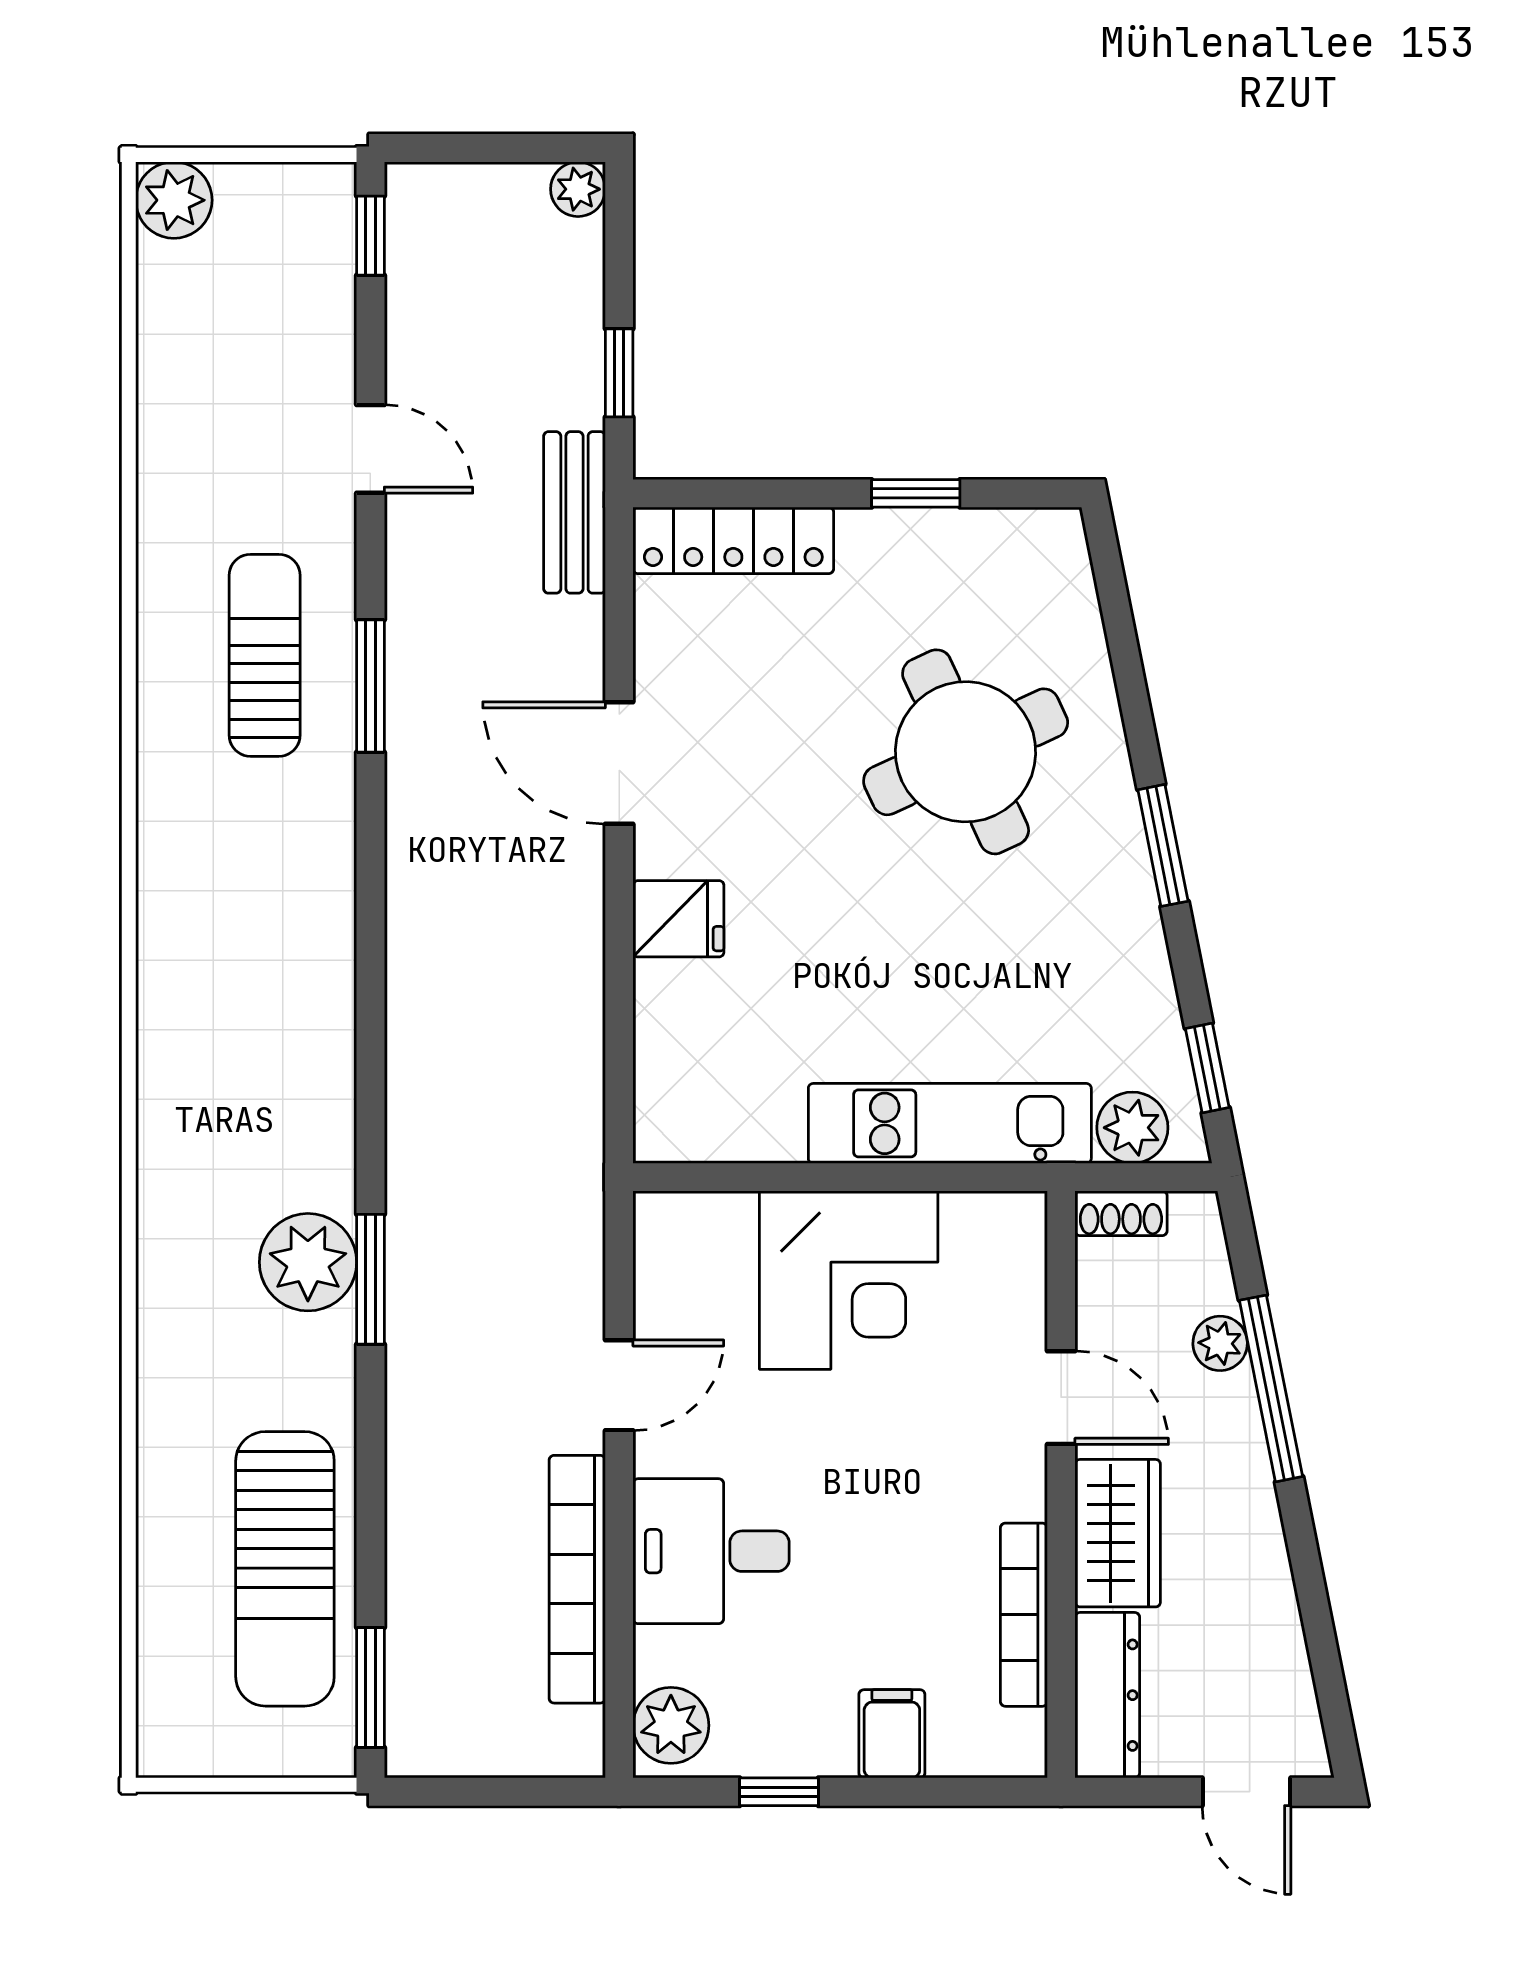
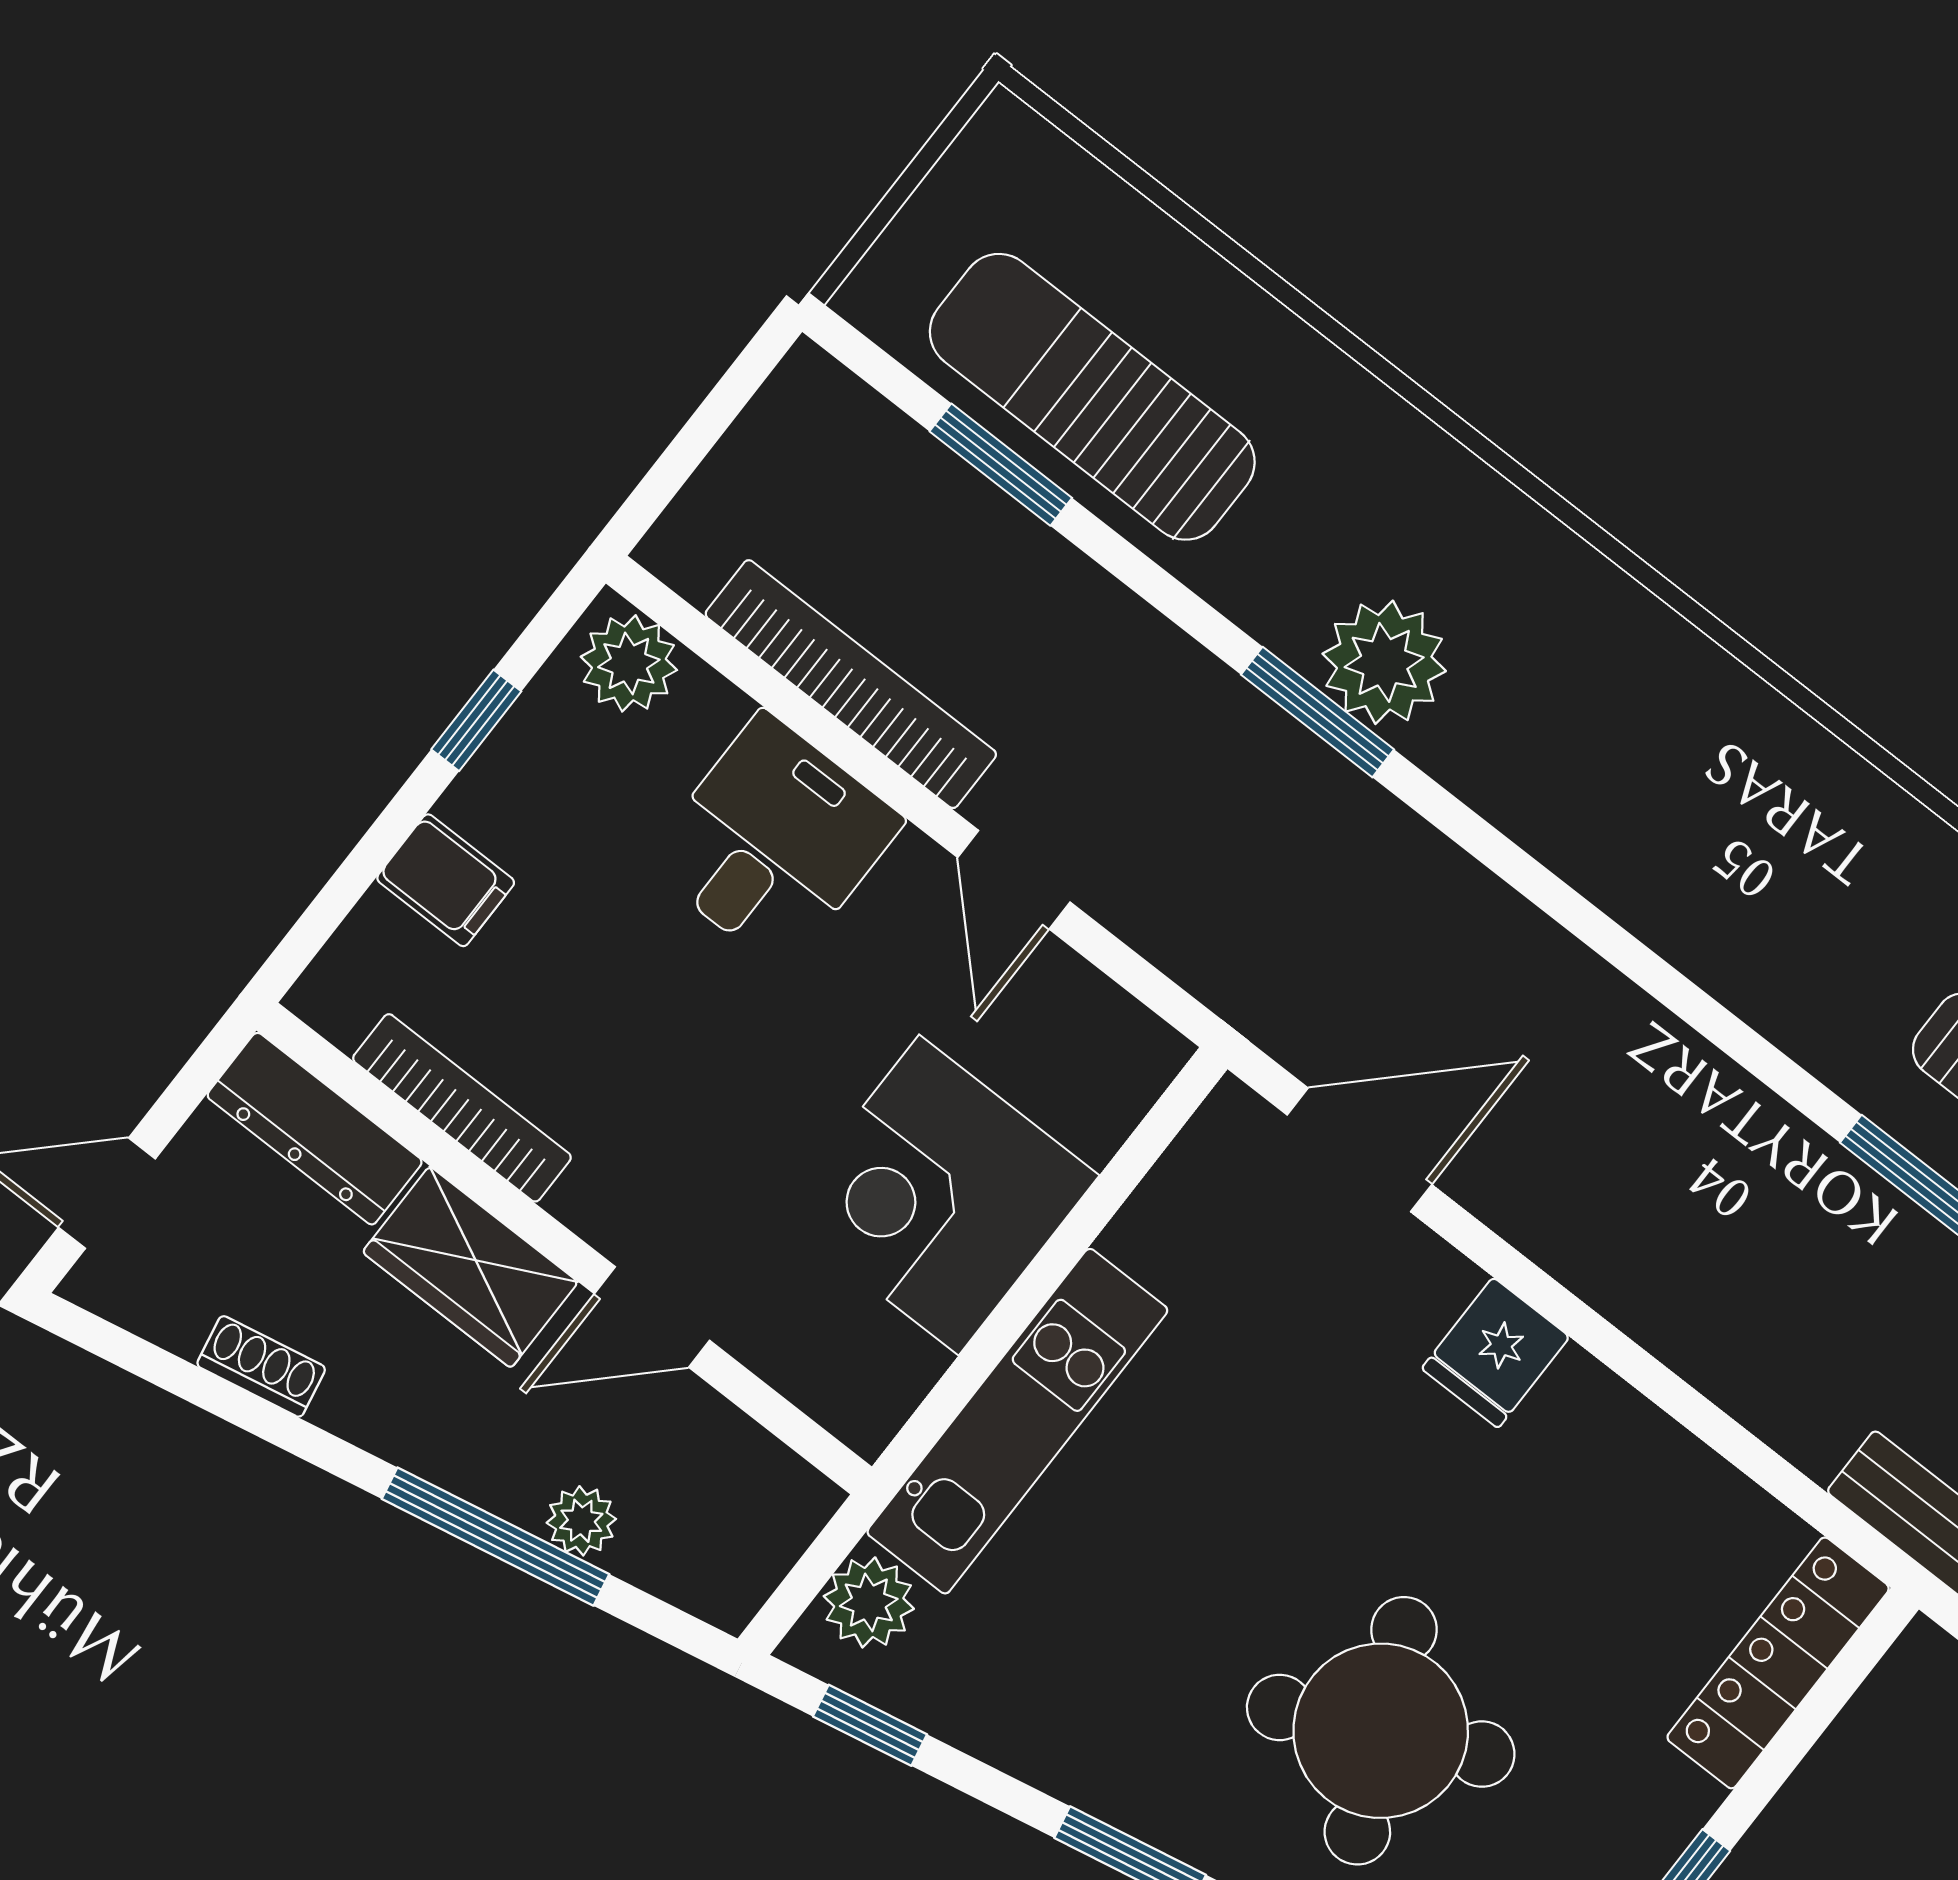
door: (619, 763) -> (1359, 1150), moved
fridge: (678, 919) -> (1495, 1353), moved
shoe rack: (1121, 1213) -> (261, 1366), moved, turned 79
window: (370, 1687) -> (1001, 465), moved

